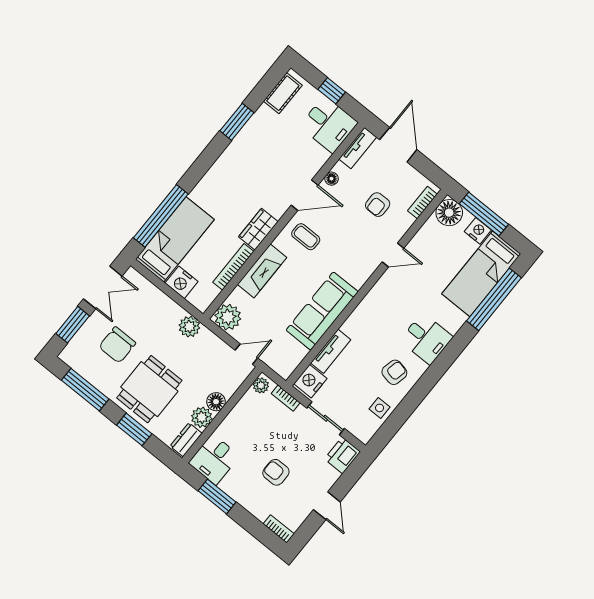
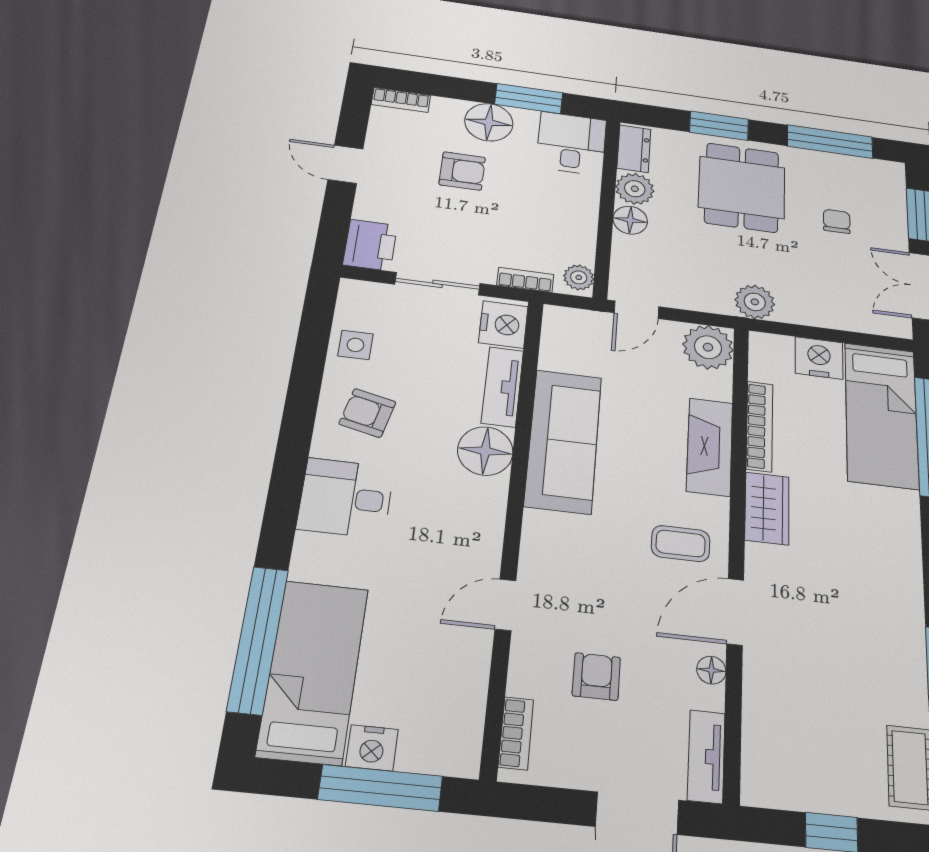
desk: (329, 124) -> (790, 765), removed
floor lamp: (449, 213) -> (485, 451), moved
chair: (117, 345) -> (837, 221), width x0.54, depth x0.54
armchair: (394, 372) -> (367, 413), turned 91
floor lamp: (245, 493) -> (489, 122), added

